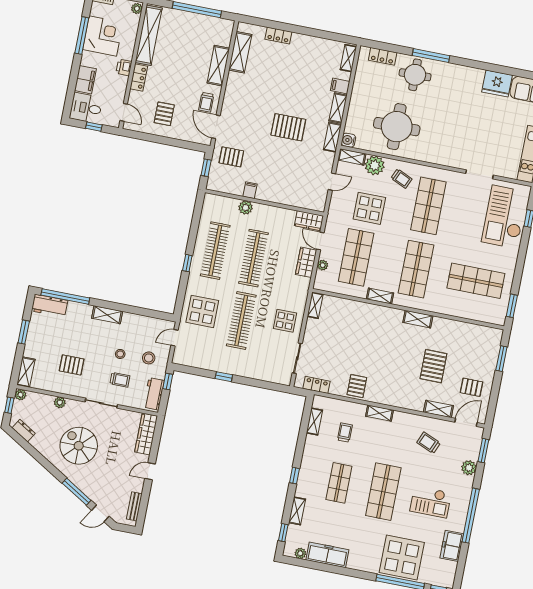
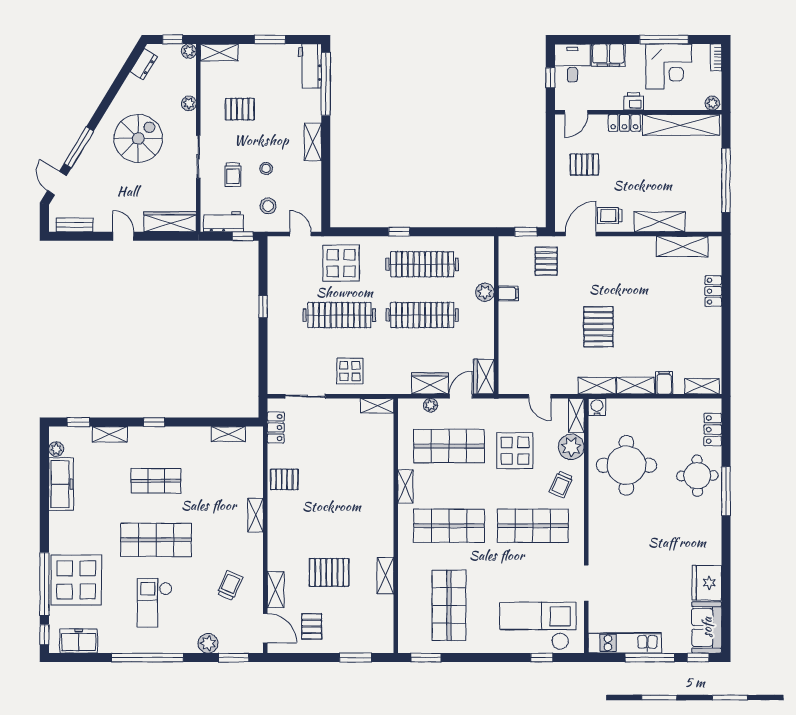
shelving: (418, 319) -> (385, 576), moved
pallet: (72, 365) -> (240, 109), turned 90
trolley: (345, 432) -> (222, 476), removed
freezer: (452, 546) -> (79, 641), moved

